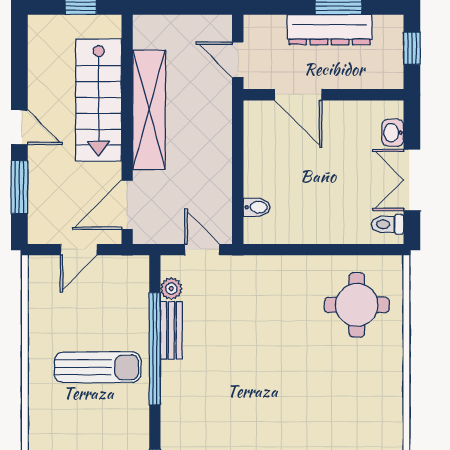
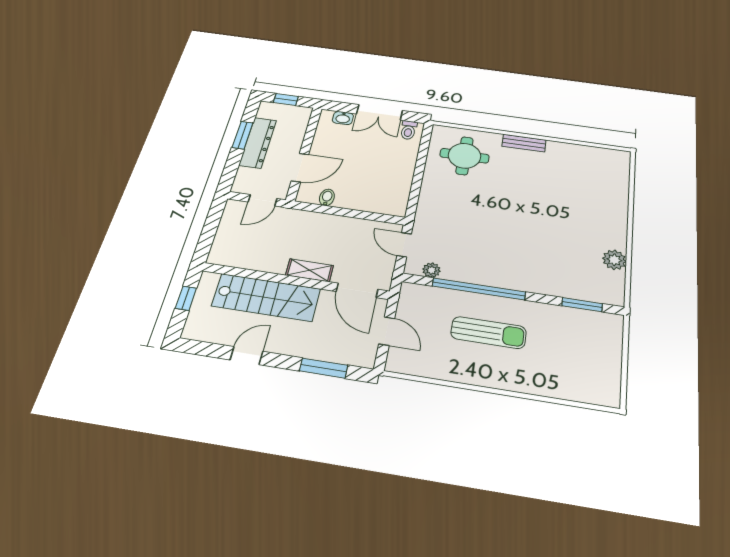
shelving: (149, 110) -> (309, 270), width x0.45, depth x0.75
door: (19, 127) -> (246, 356), moved
bidet: (257, 207) -> (327, 197), moved
door: (202, 250) -> (404, 245), hinge flipped
bench: (171, 330) -> (524, 143), moved
sun lounger: (98, 367) -> (489, 333), turned 90

